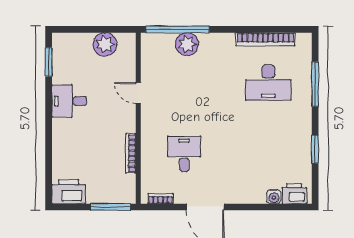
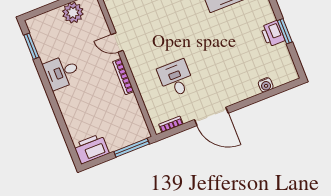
bookcase: (131, 153) -> (123, 77), moved
printer: (294, 194) -> (273, 34), moved, turned -90

